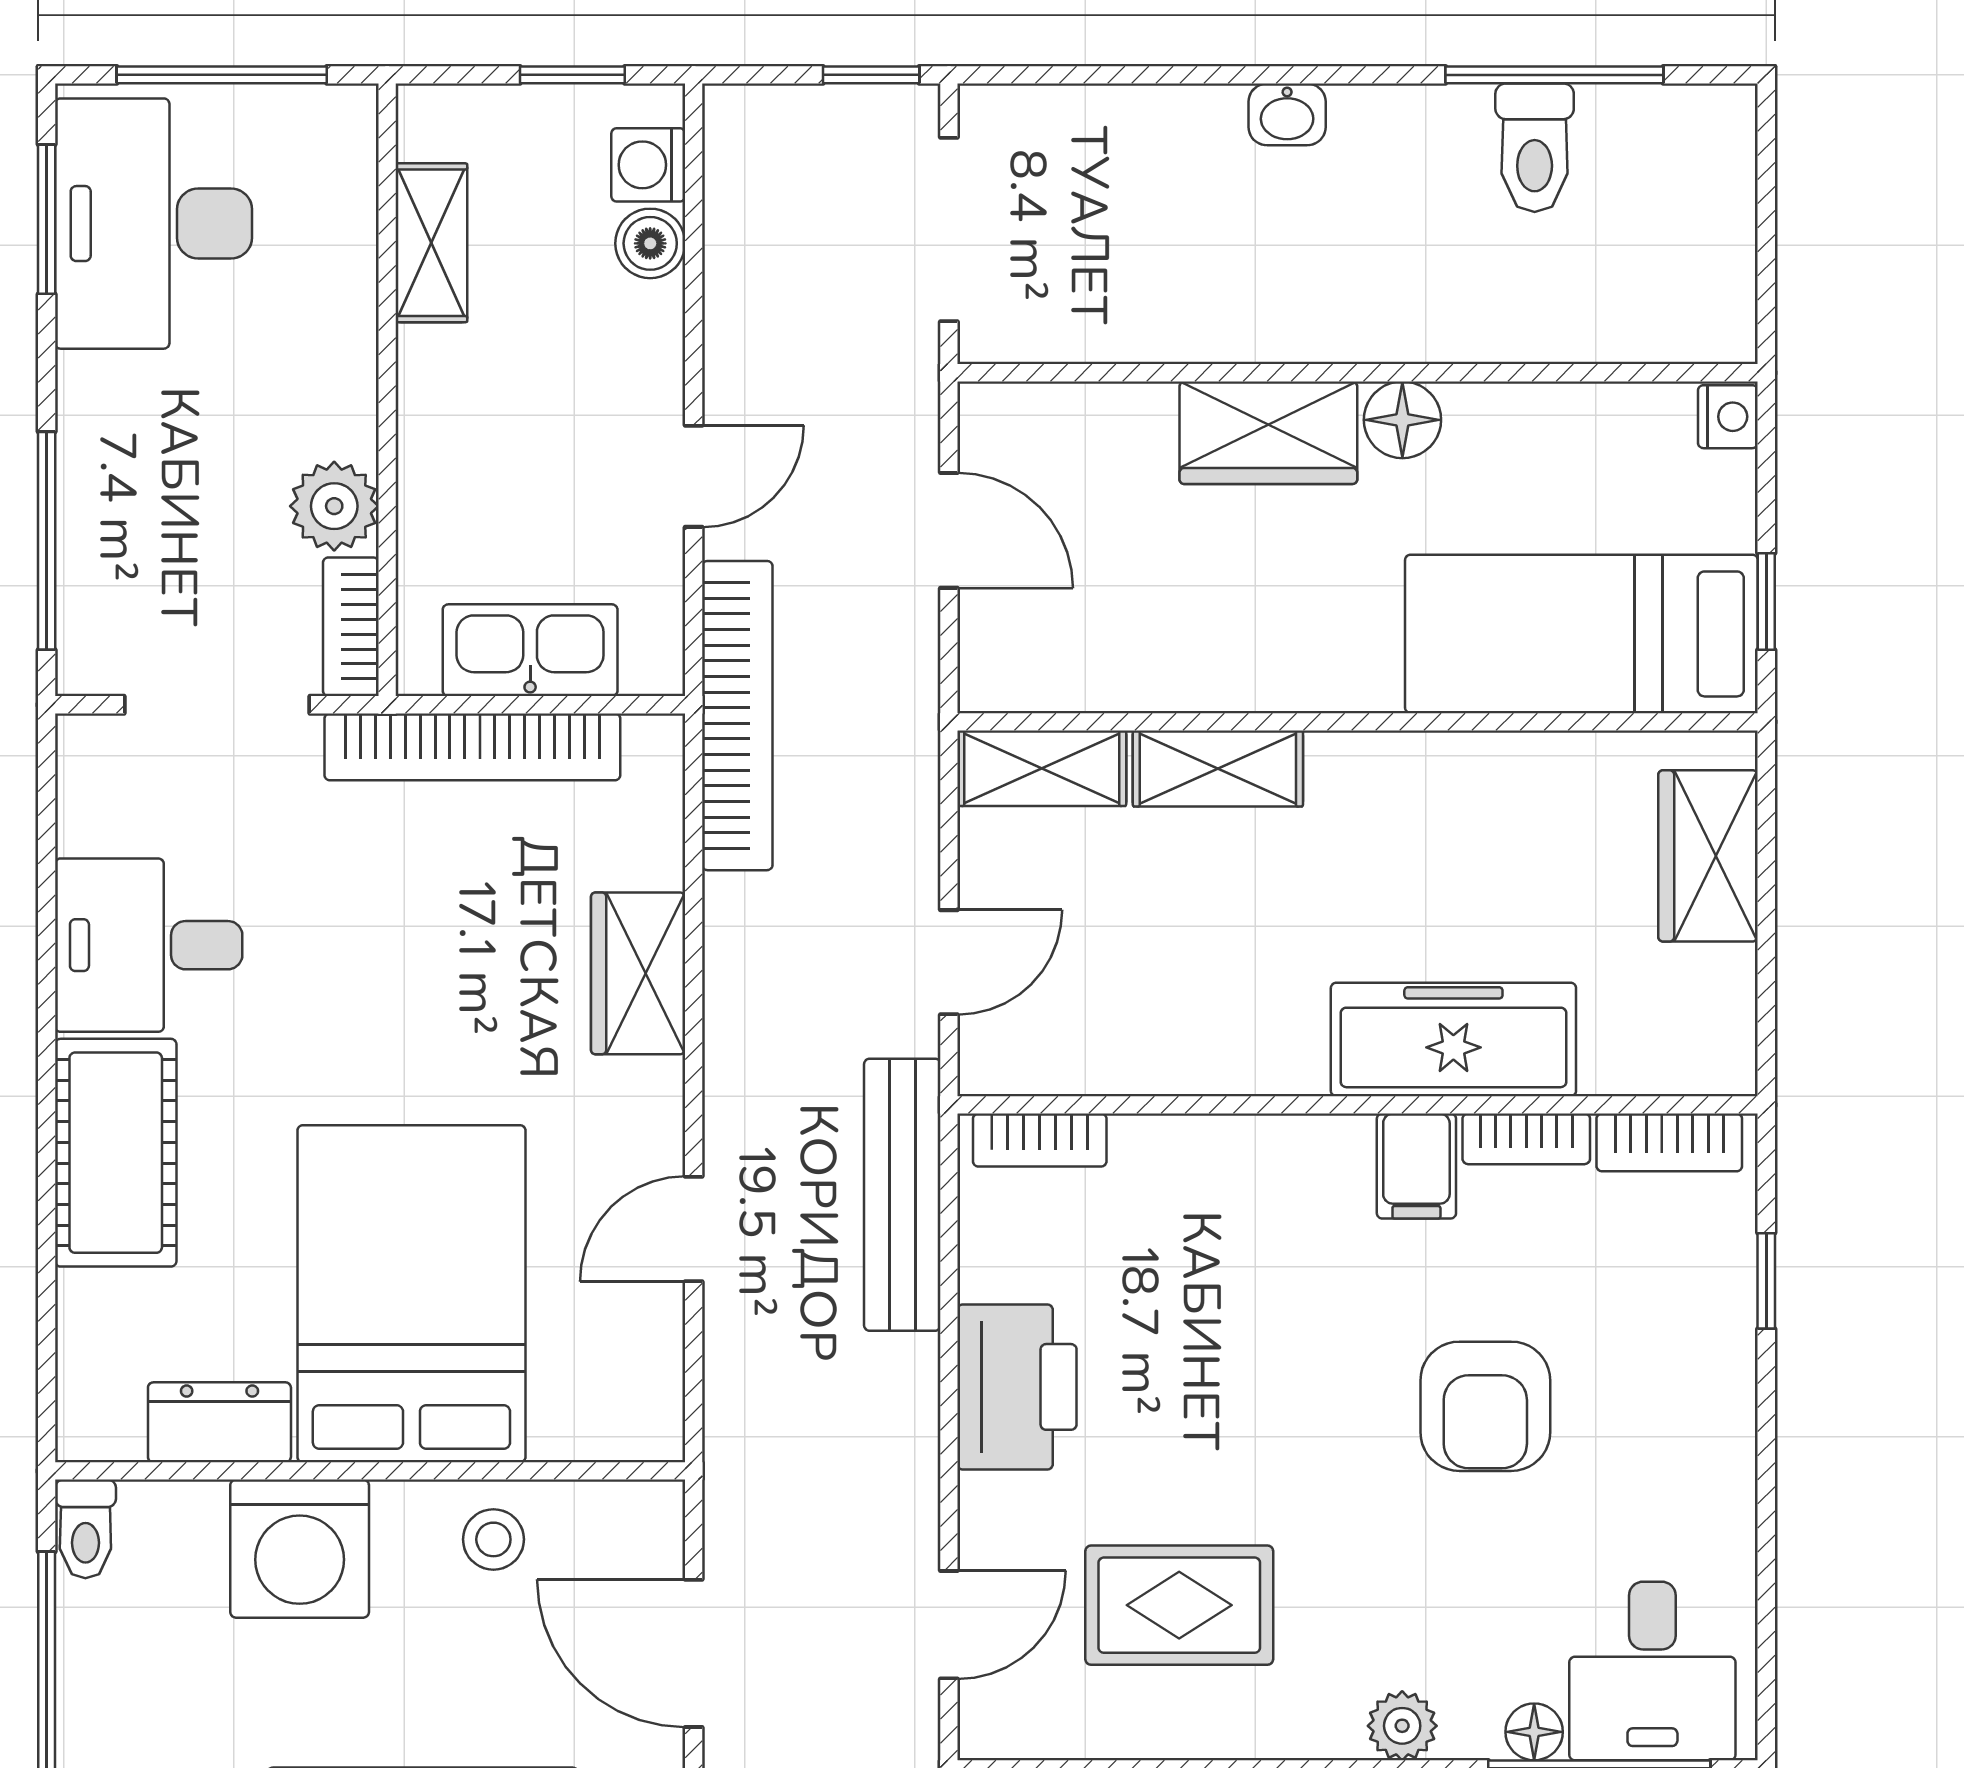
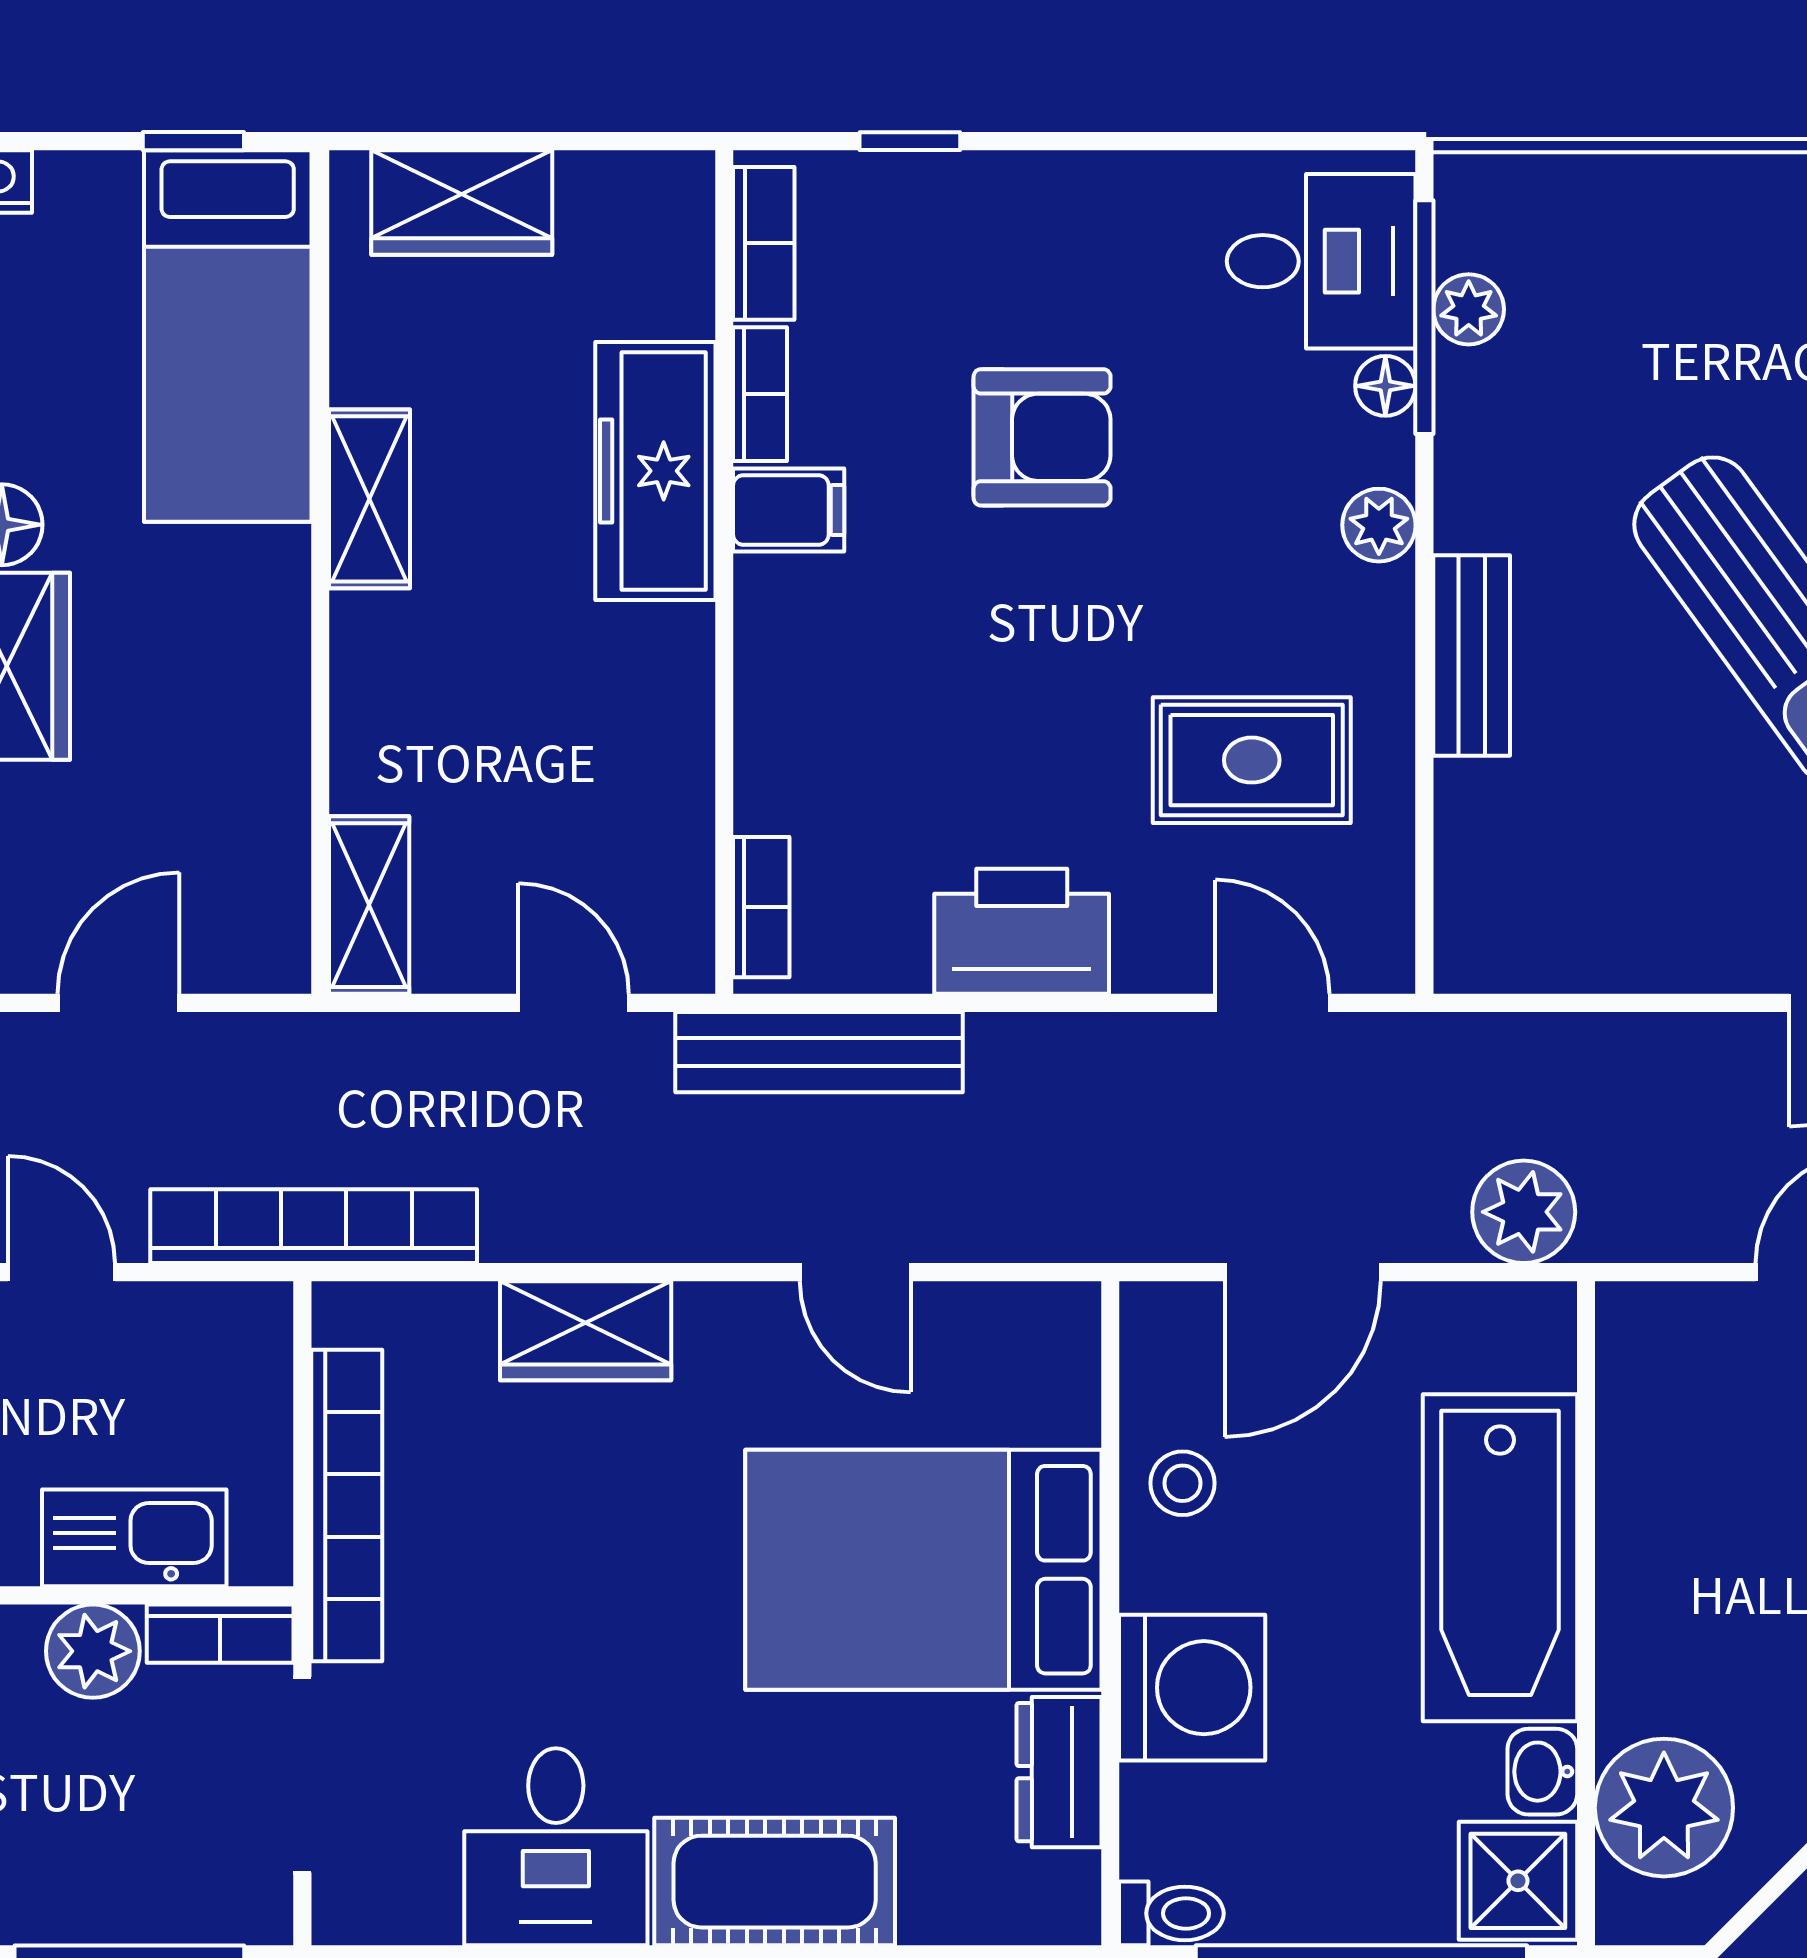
kitchen sink: (530, 650) -> (134, 1538), moved, turned 90
shelving: (1218, 769) -> (370, 499), moved
rug: (1179, 1605) -> (1252, 760), turned 90

